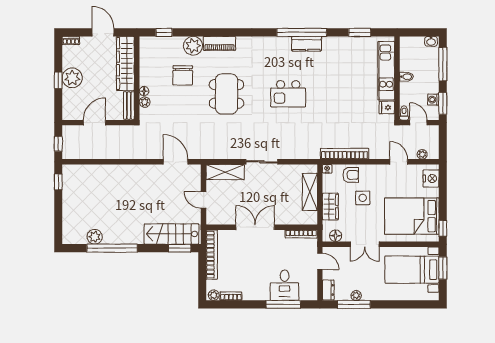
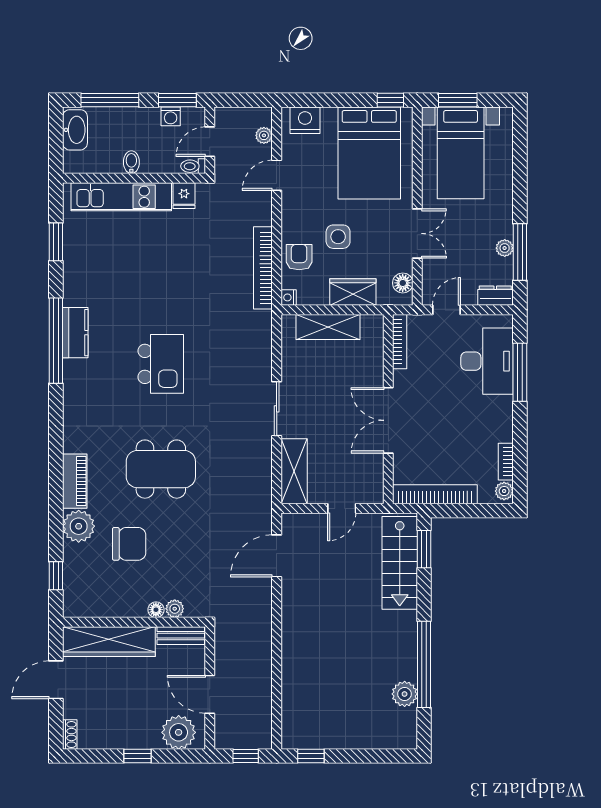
washbasin: (431, 41) -> (75, 130), width x1.91, depth x1.45
plant: (72, 78) -> (179, 732), moved
desk: (285, 285) -> (487, 361), width x1.37

